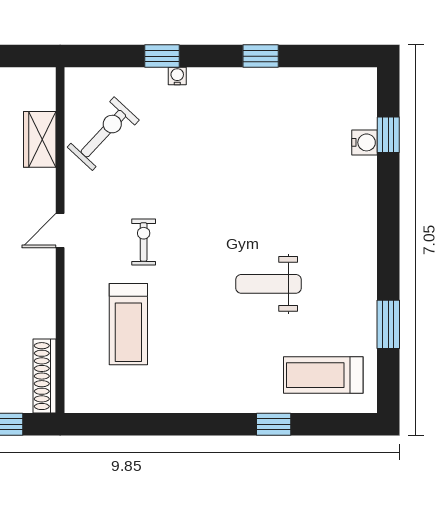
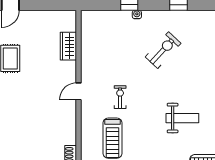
exercise bike: (103, 134) -> (163, 50), moved
weight bench: (269, 284) -> (182, 118), turned 180

